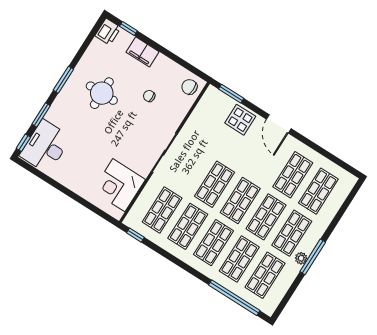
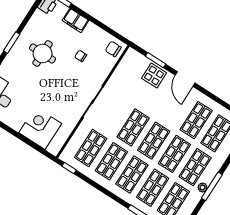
window: (231, 94) -> (156, 60), moved
corner desk: (119, 185) -> (40, 128), moved, turned 90

